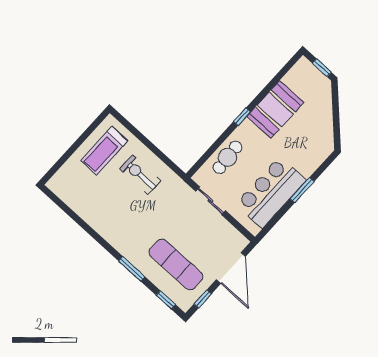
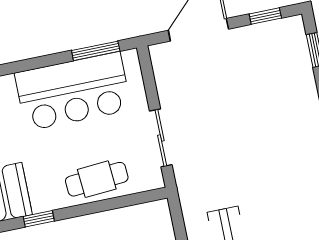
window: (302, 190) -> (96, 51), moved
exercise mat: (176, 264) -> (268, 87), removed

